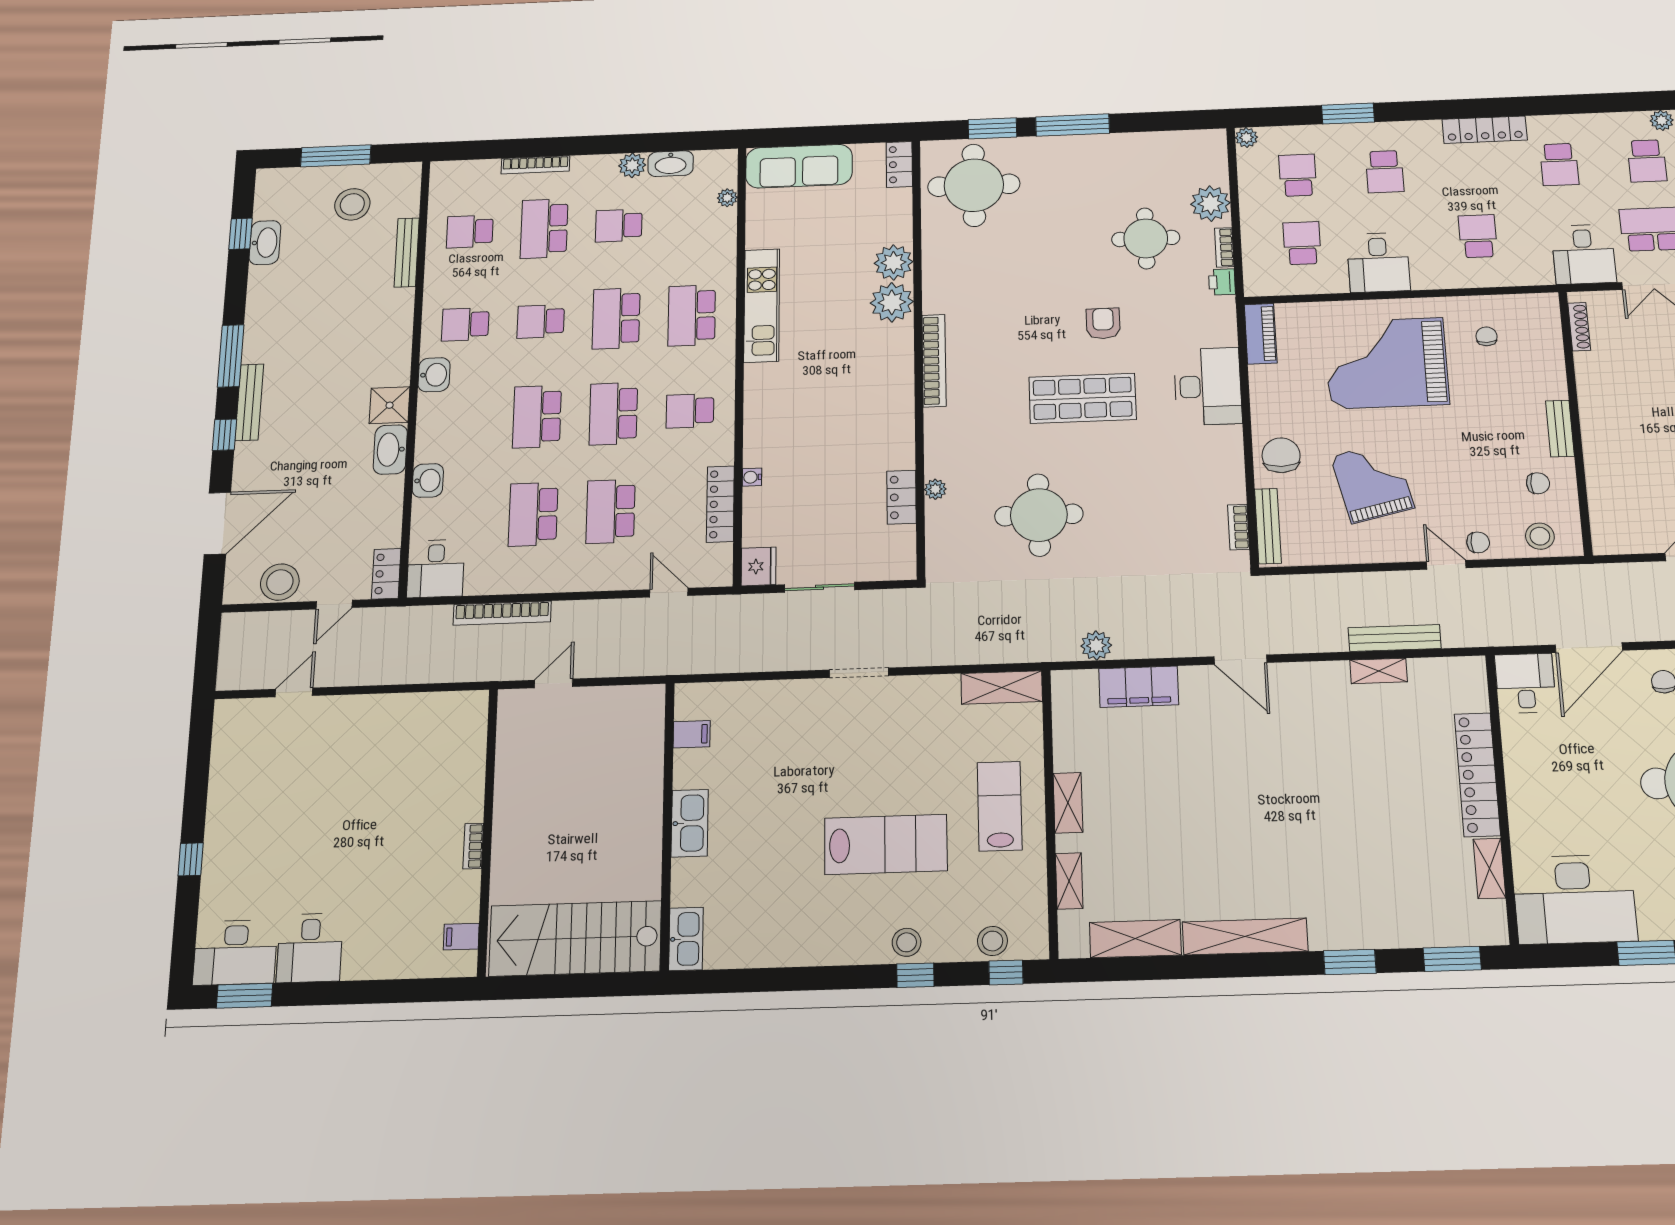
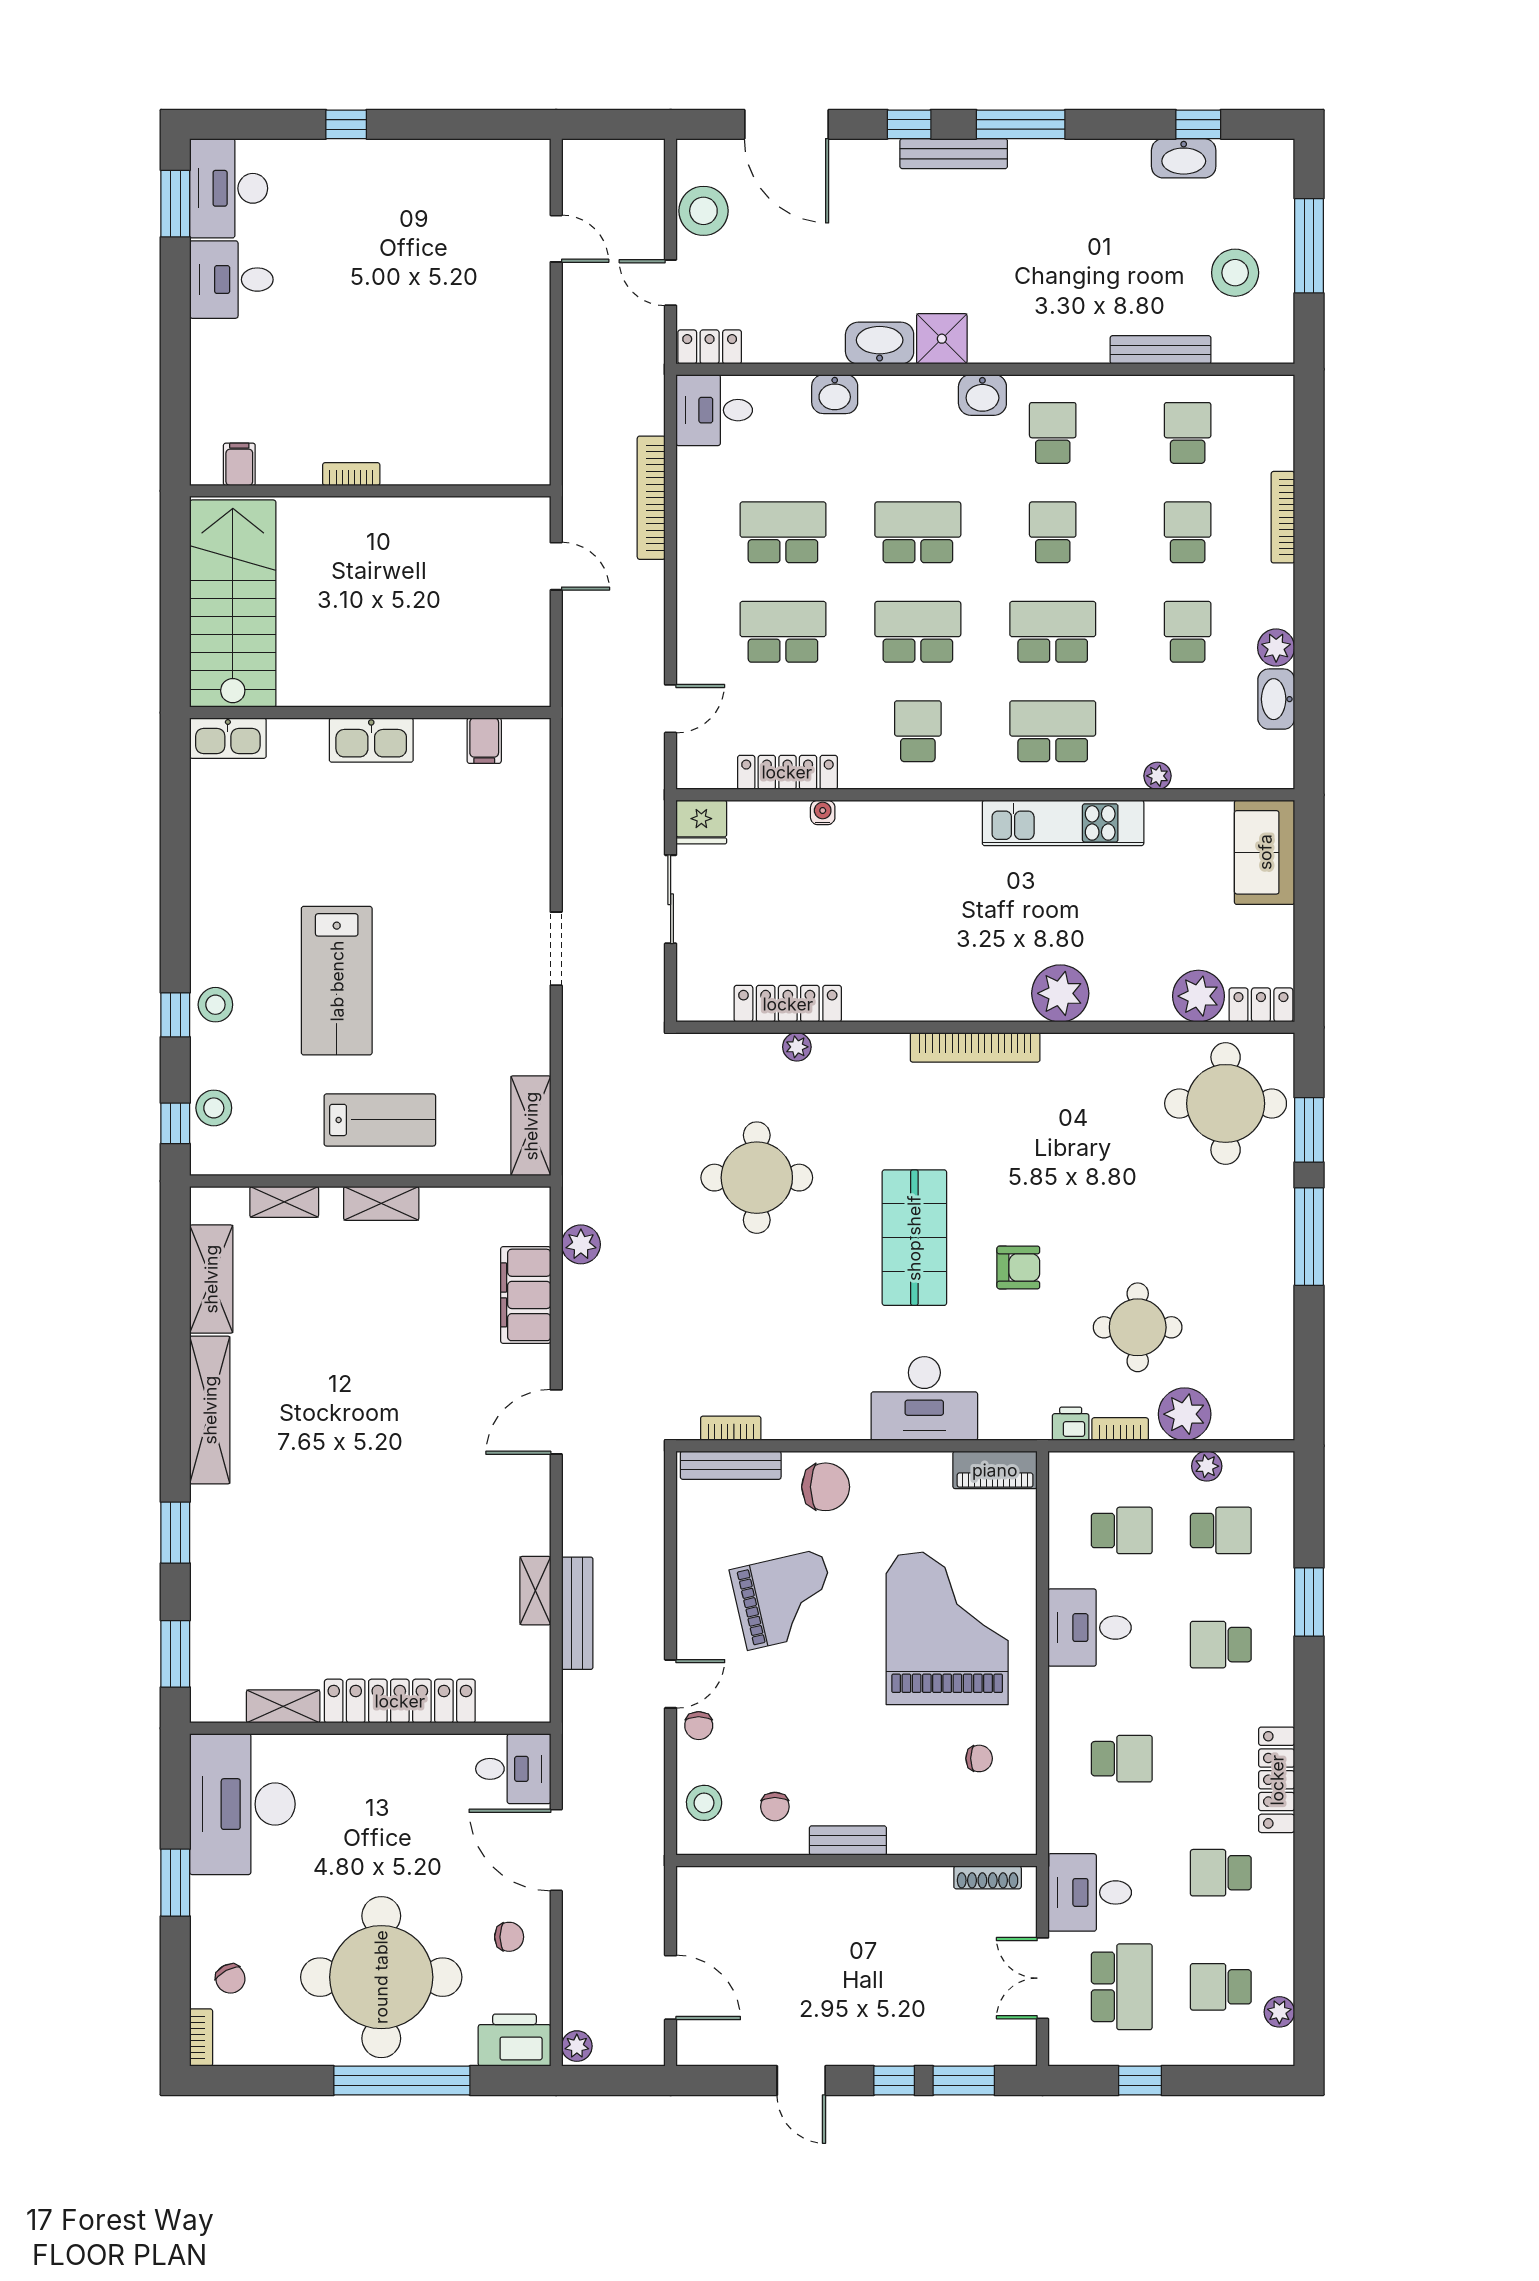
plant: (1246, 138) -> (1207, 1466), moved
sofa: (799, 166) -> (1265, 852), width x0.73
plant: (727, 198) -> (1158, 776), moved
school desk: (544, 229) -> (1188, 532), width x0.54
plant: (894, 262) -> (1198, 996), moved
locker: (901, 497) -> (788, 1004), width x1.53

